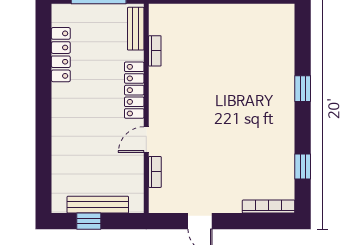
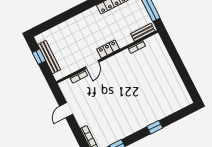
locker: (134, 90) -> (108, 49), width x0.66
door: (146, 140) -> (92, 64), swing flipped

